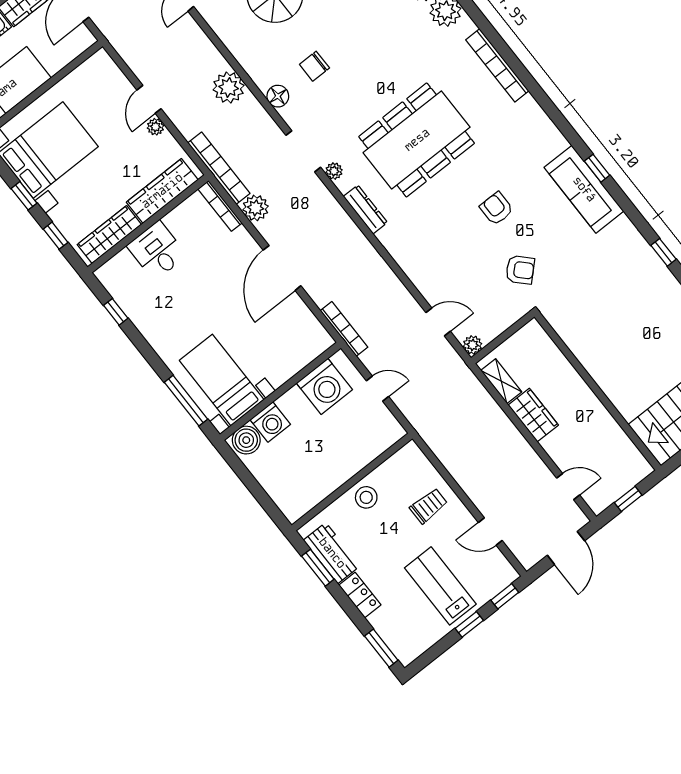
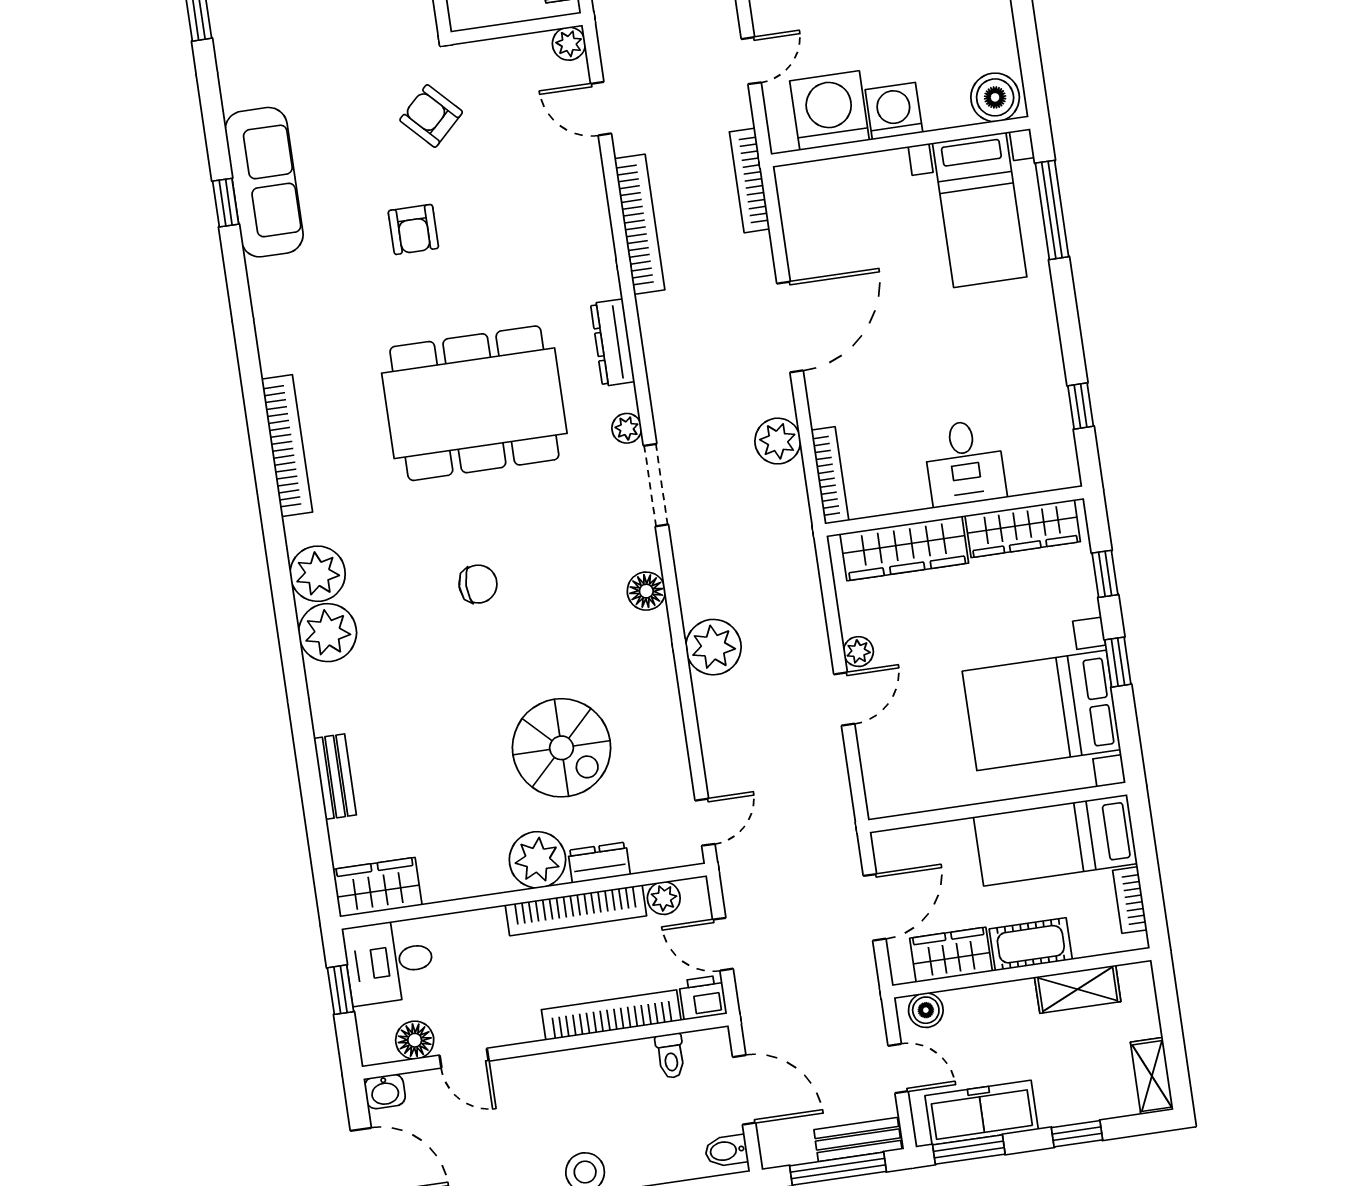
chair: (314, 66) -> (478, 584), moved
bookcase: (219, 168) -> (640, 224), moved, turned 180
door: (377, 389) -> (751, 61), swing flipped
washing machine: (270, 422) -> (894, 111), moved

